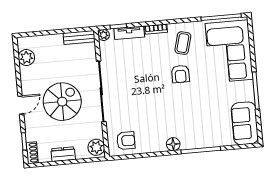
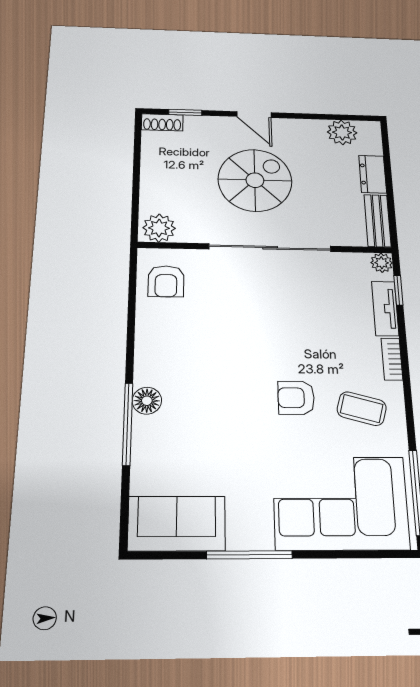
spiral stairs: (62, 102) -> (255, 180), turned -90
floor lamp: (173, 144) -> (147, 401), moved
dresser: (63, 154) -> (373, 174), moved, turned 180

